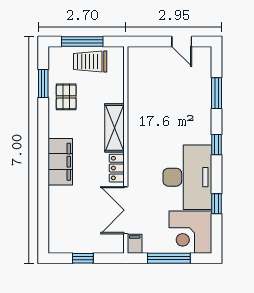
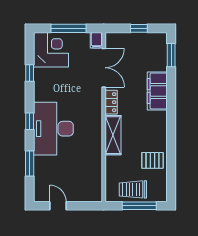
trolley: (90, 61) -> (133, 189), turned 180
window: (43, 84) -> (171, 55), moved
pallet: (66, 97) -> (152, 160), turned 90
filing cabinet: (60, 162) -> (157, 91), moved
desk: (187, 177) -> (53, 129), moved

